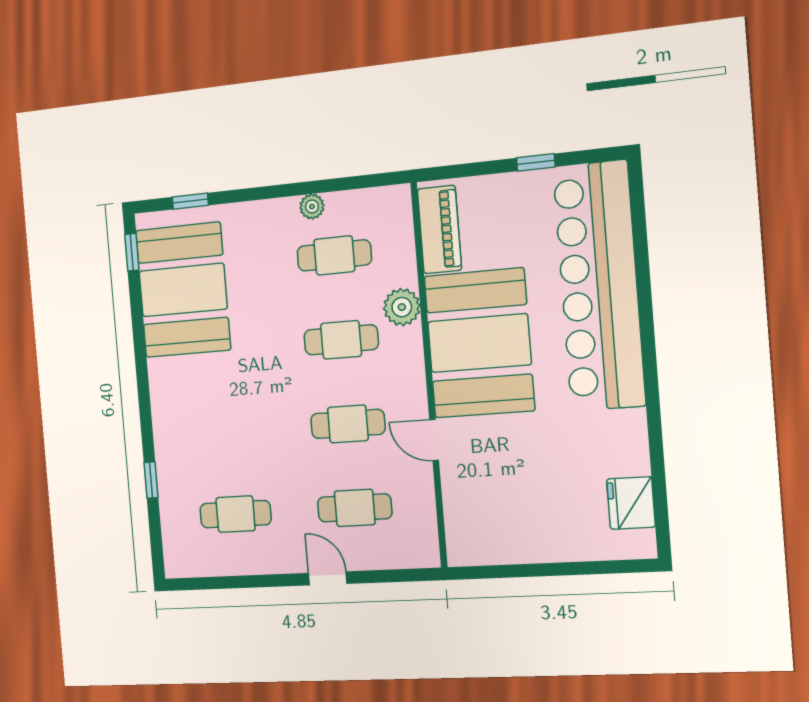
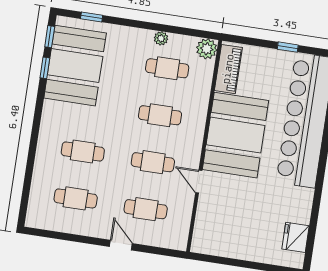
plant: (402, 307) -> (207, 49), moved
cafe table: (229, 432) -> (83, 151), added
window: (151, 480) -> (45, 68), moved

